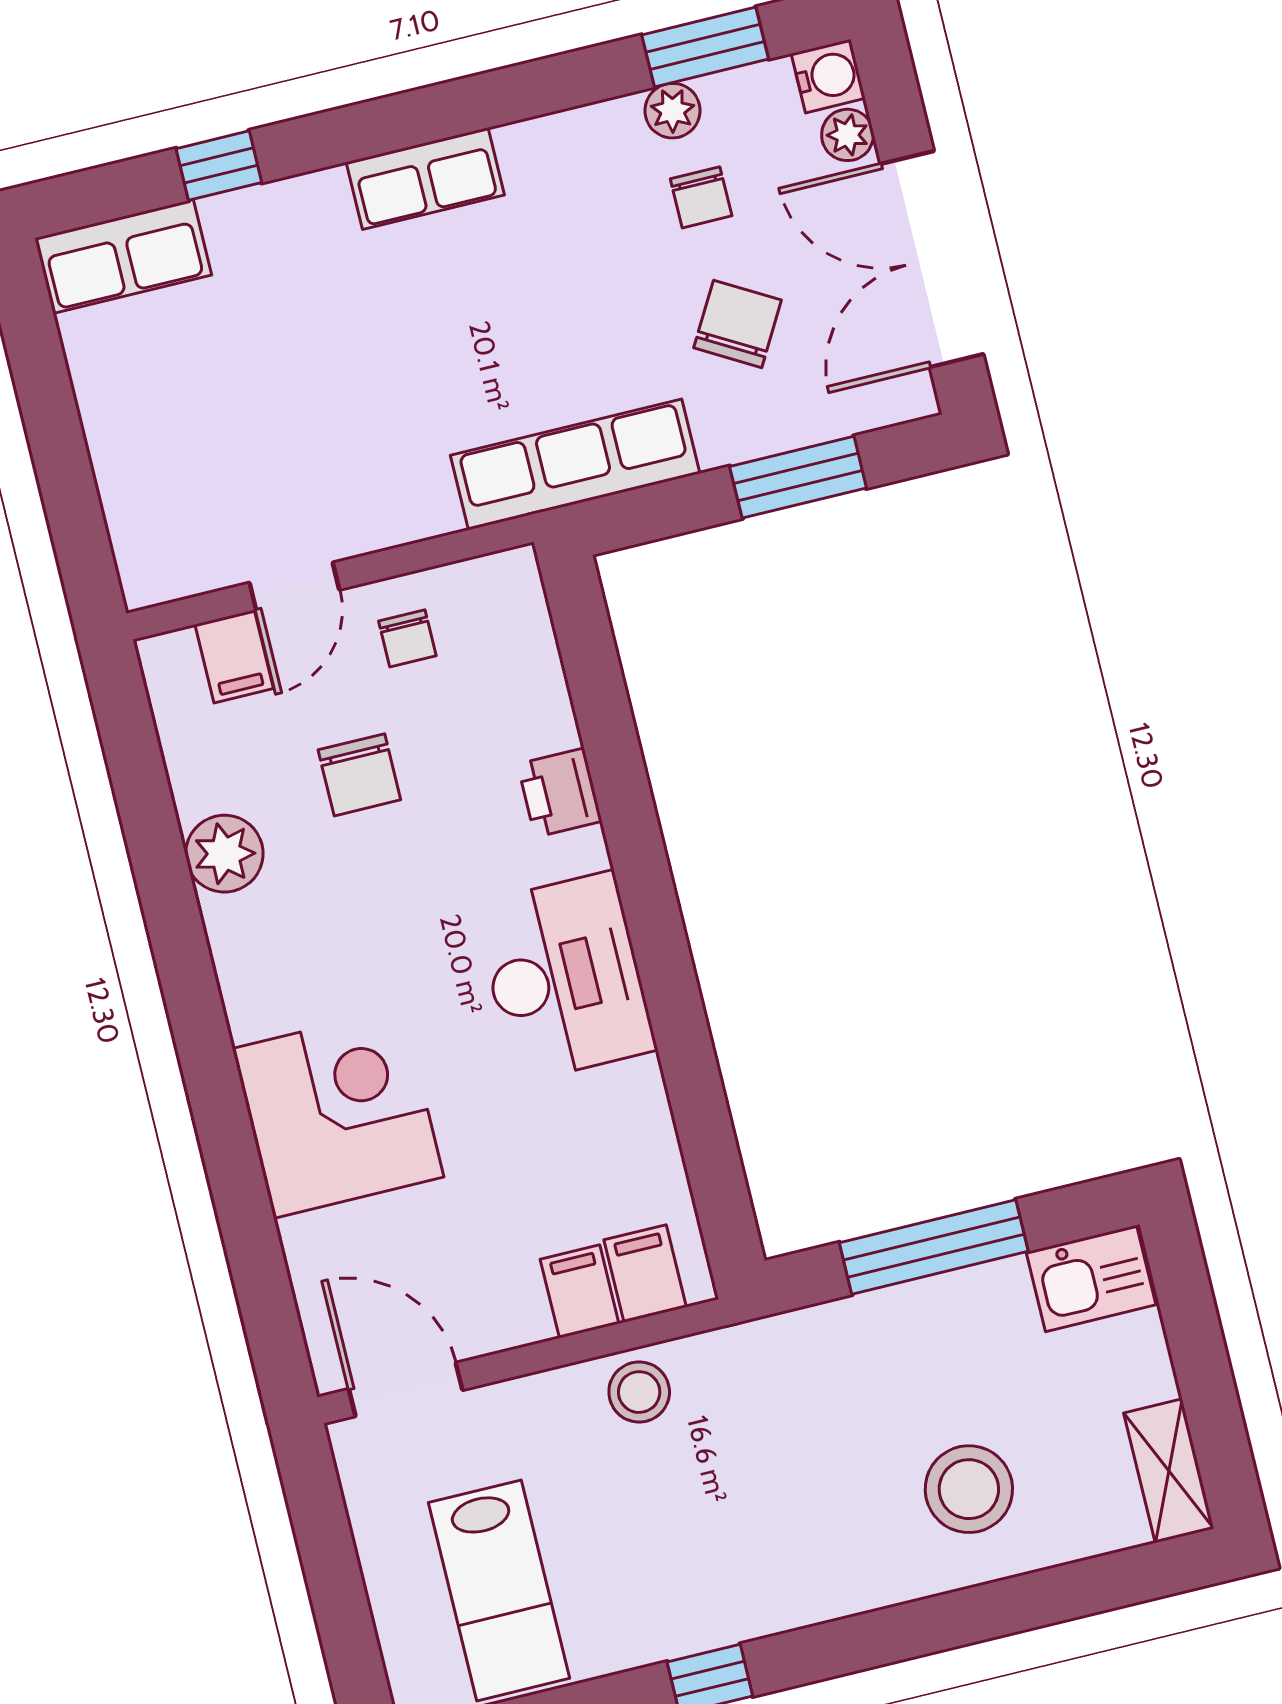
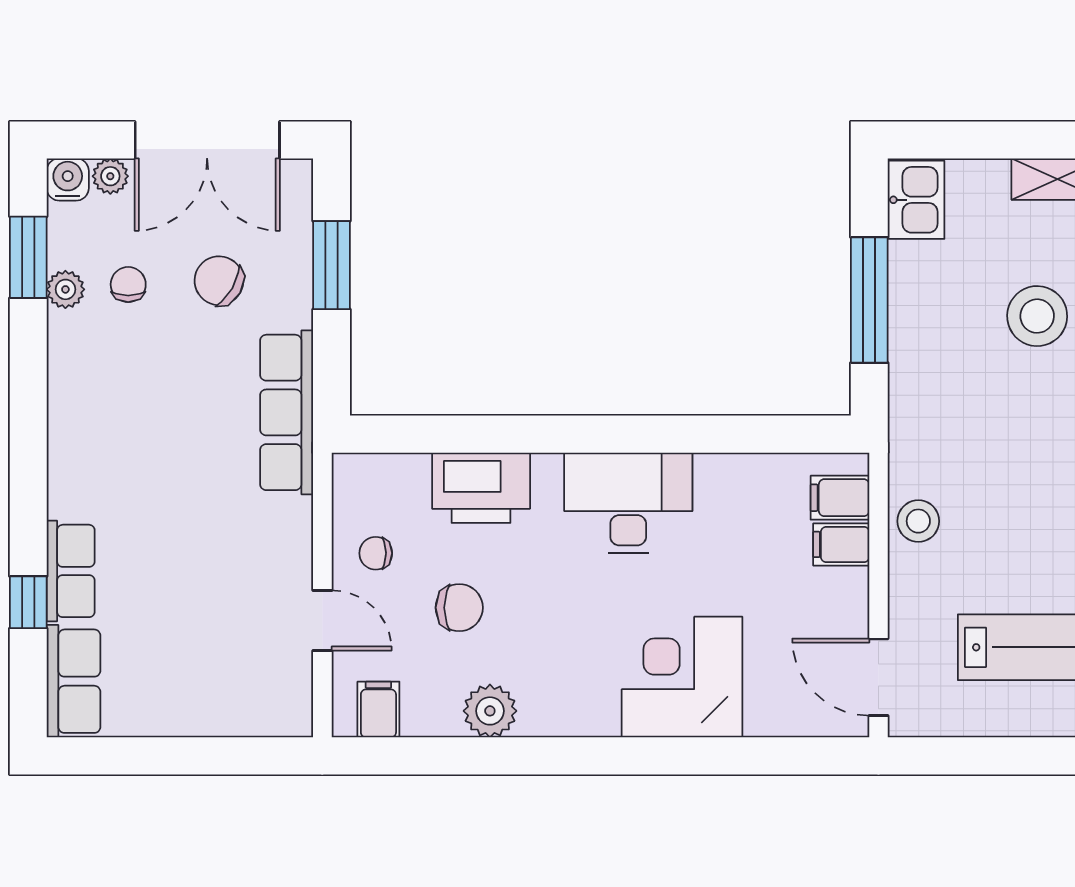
row of seats: (425, 179) -> (71, 571), moved
chair: (701, 197) -> (128, 284), turned -90
chair: (407, 638) -> (376, 553), turned 180
filing cabinet: (234, 656) -> (378, 709), moved, turned -90
printer: (560, 793) -> (481, 488), width x1.87, depth x1.48
door: (406, 1389) -> (878, 677), hinge flipped

